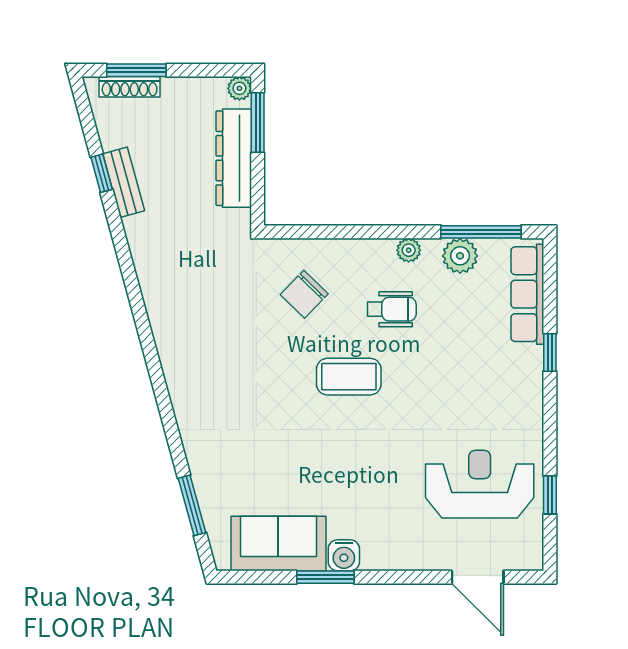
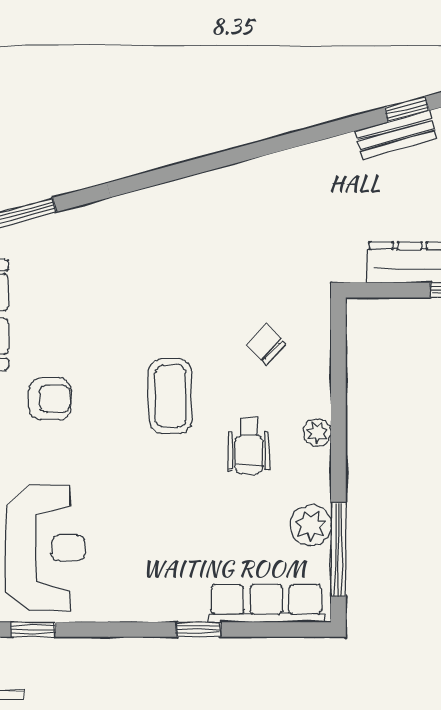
plant: (409, 250) -> (317, 432), moved
chair: (304, 294) -> (266, 344), width x0.73, depth x0.73
armchair: (351, 480) -> (50, 399), added

